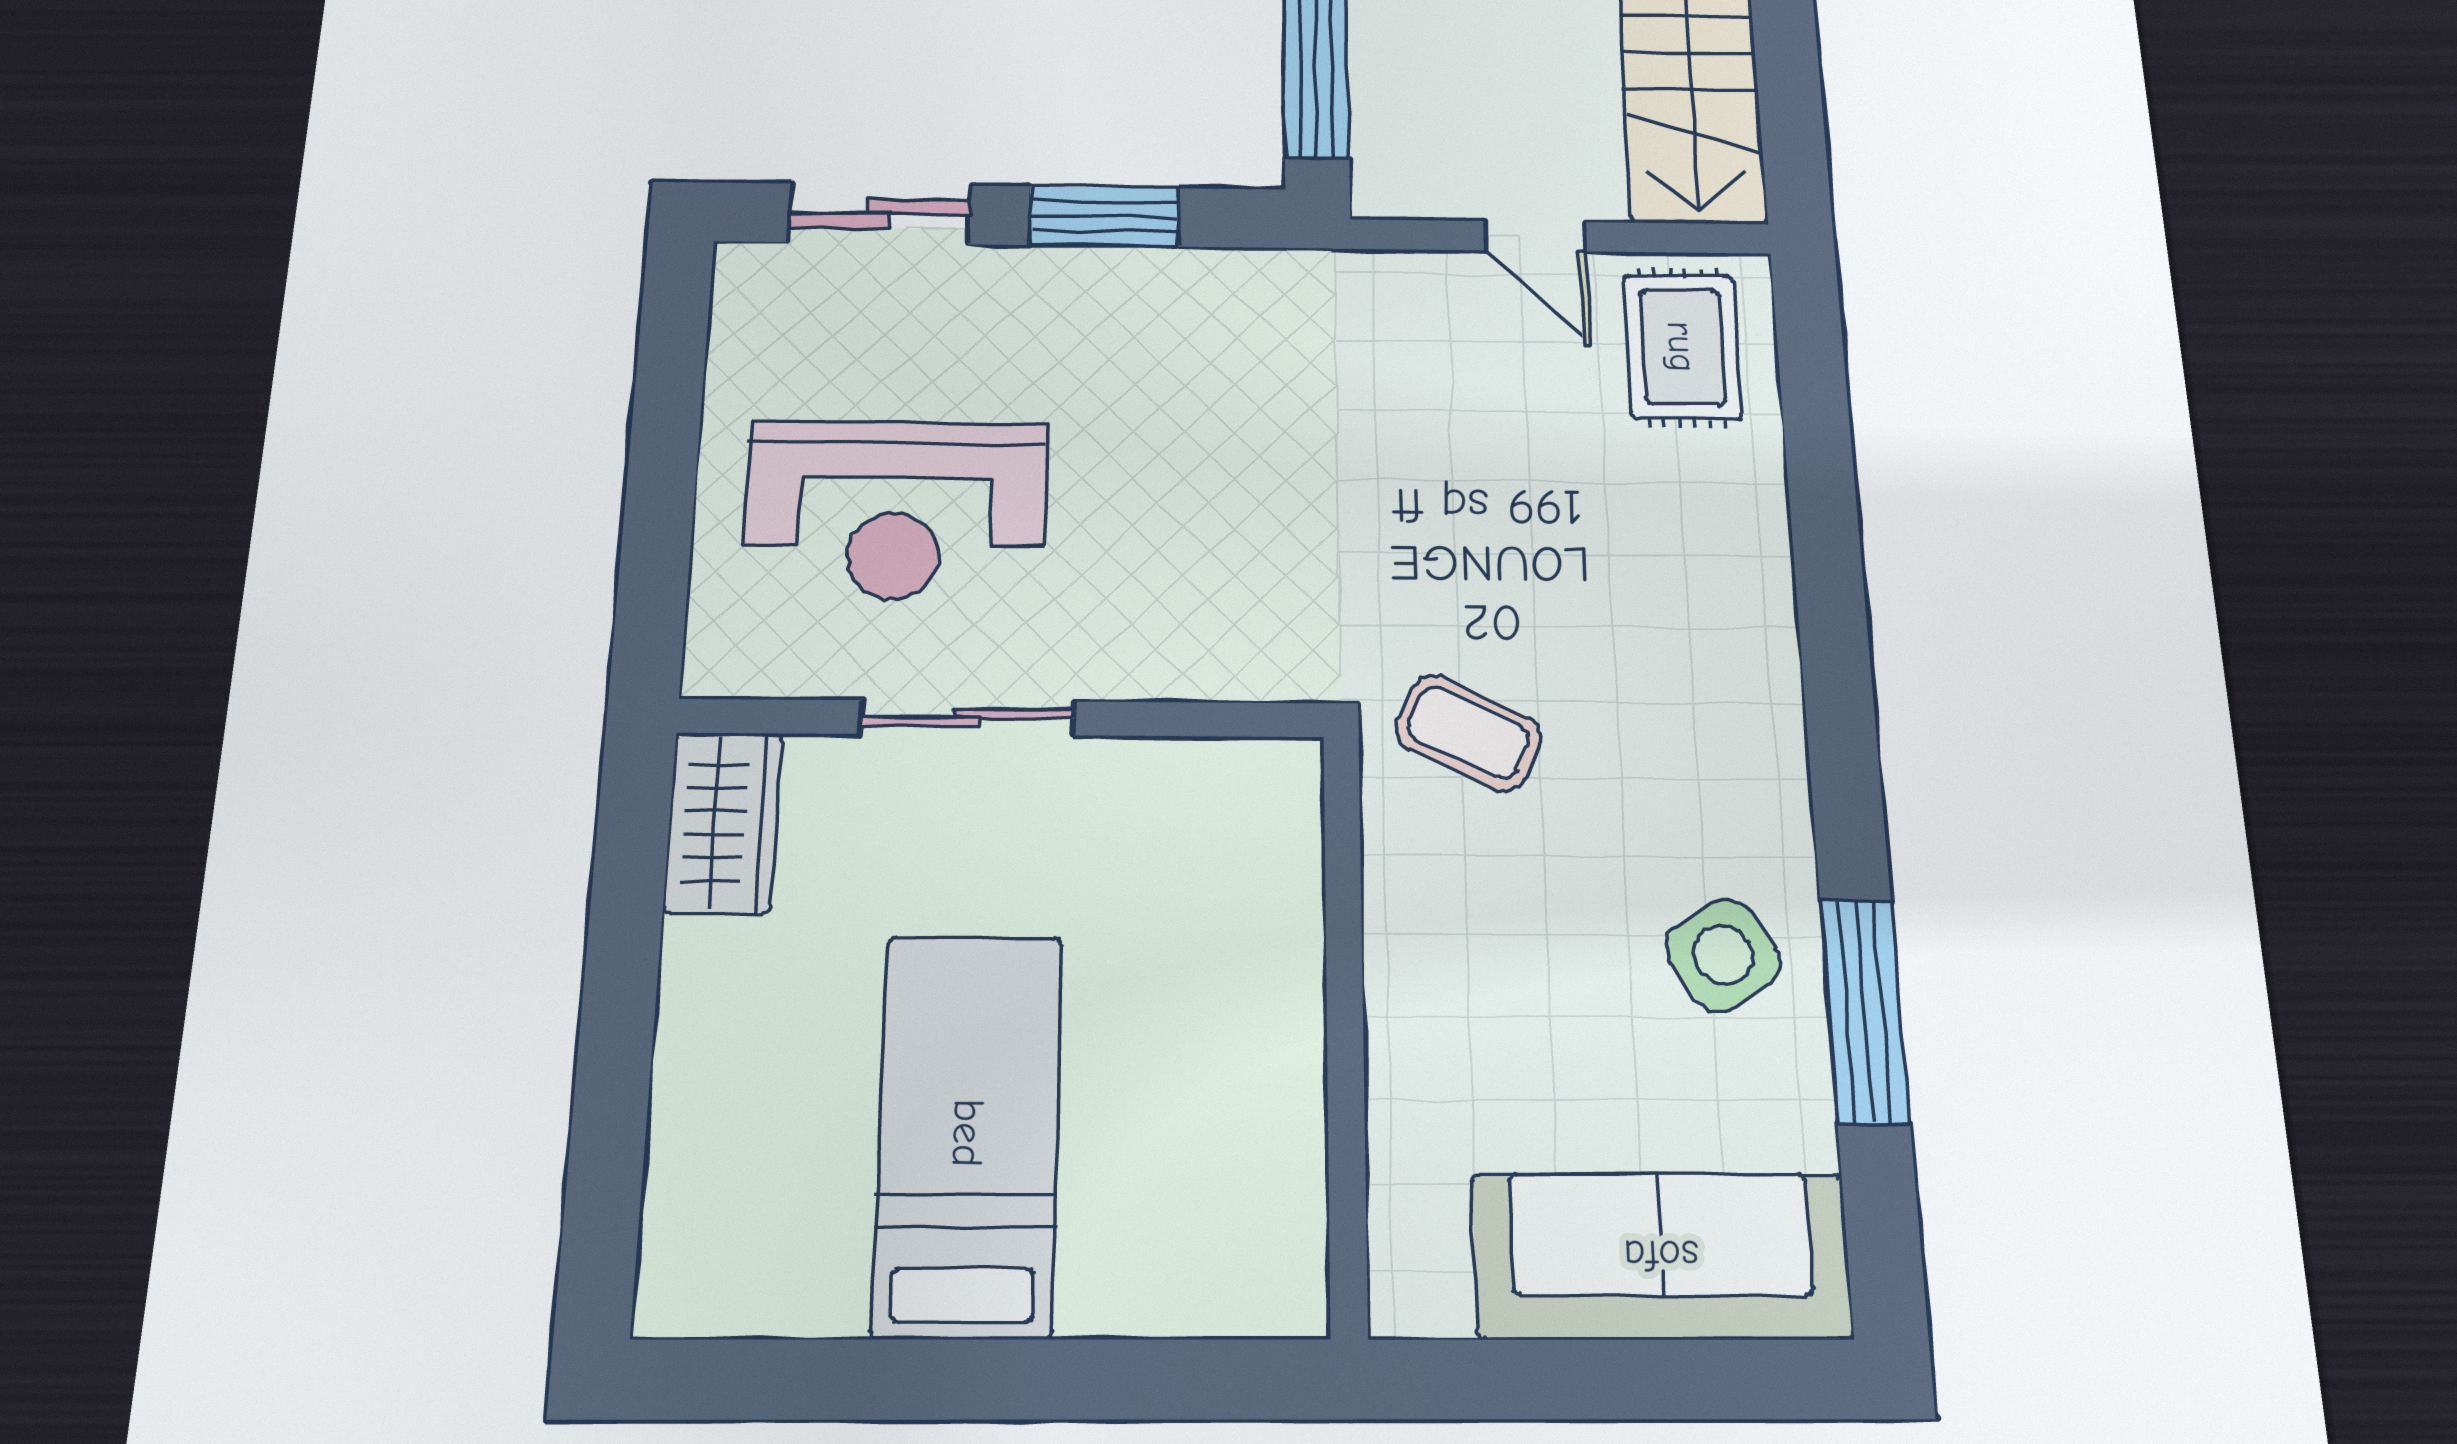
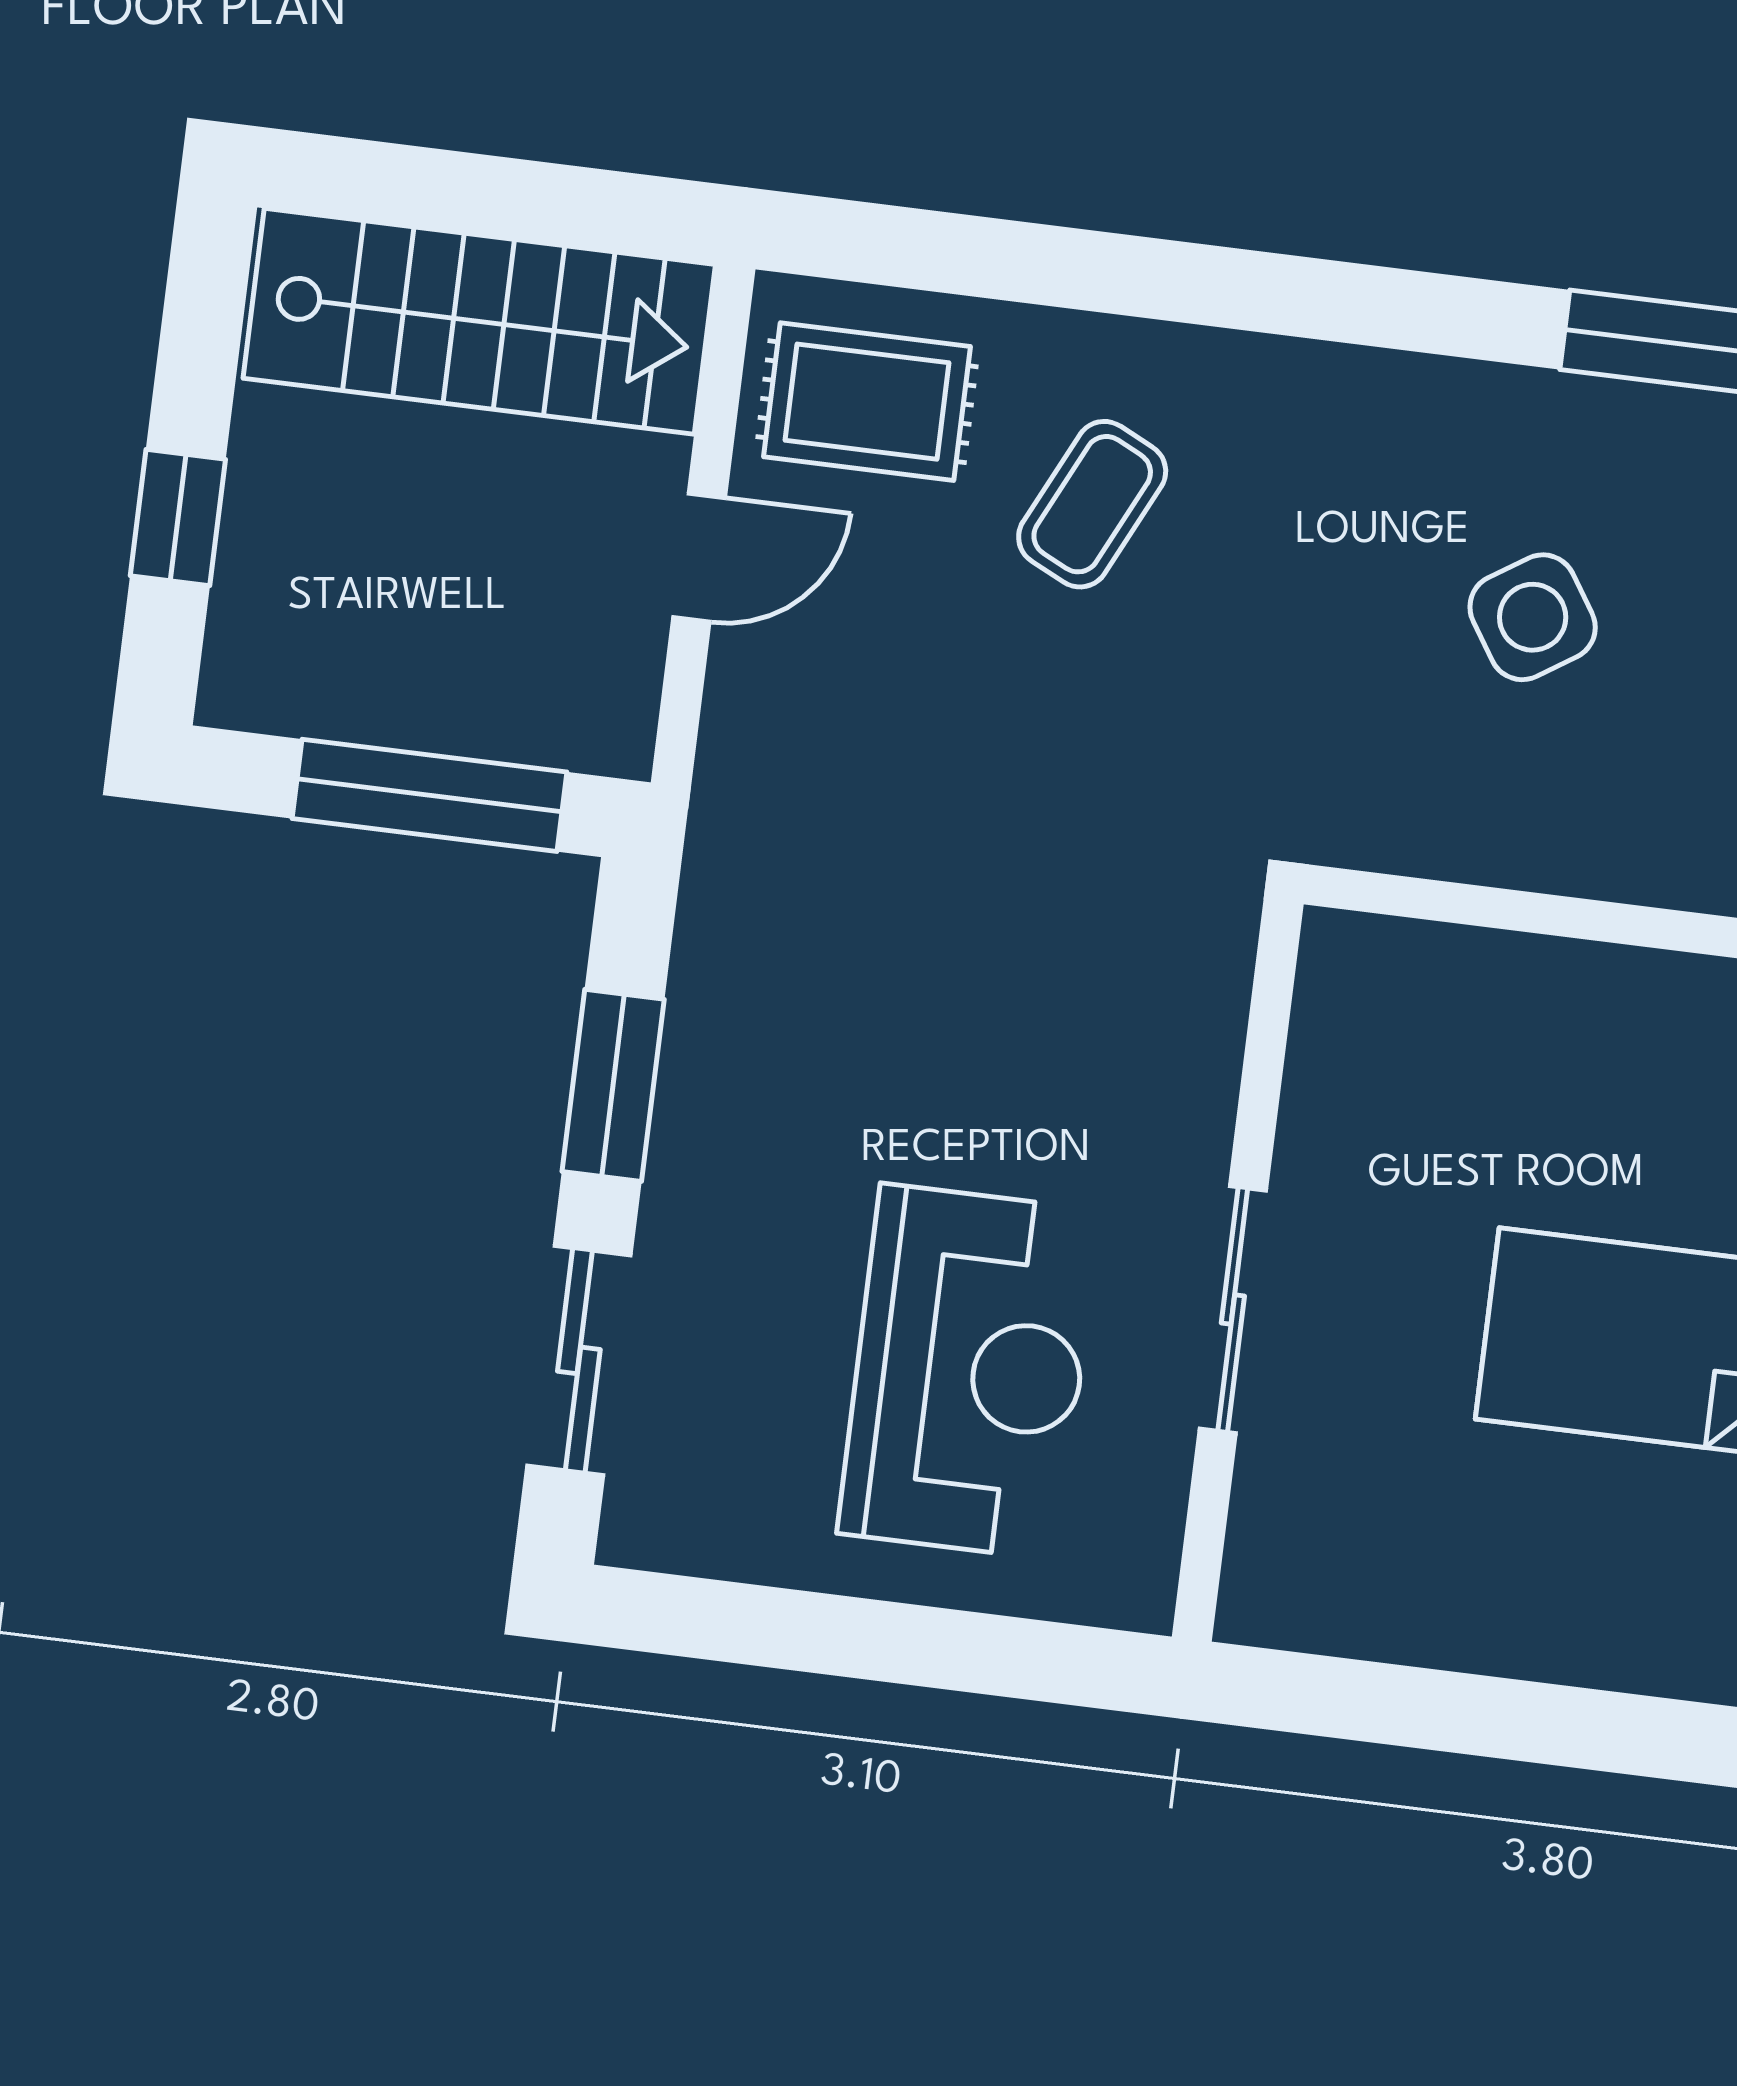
coffee table: (1468, 733) -> (1092, 504), moved
wardrobe: (723, 822) -> (1323, 1595), removed
side table: (1723, 955) -> (1533, 617), moved

